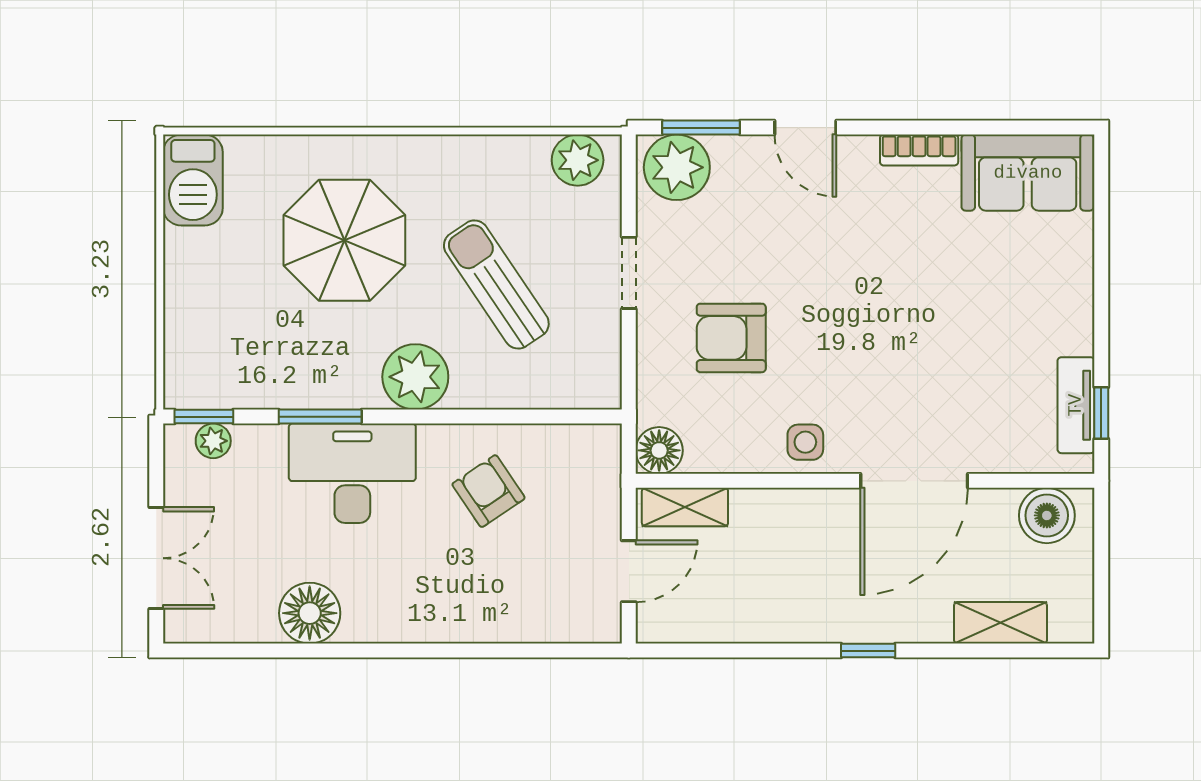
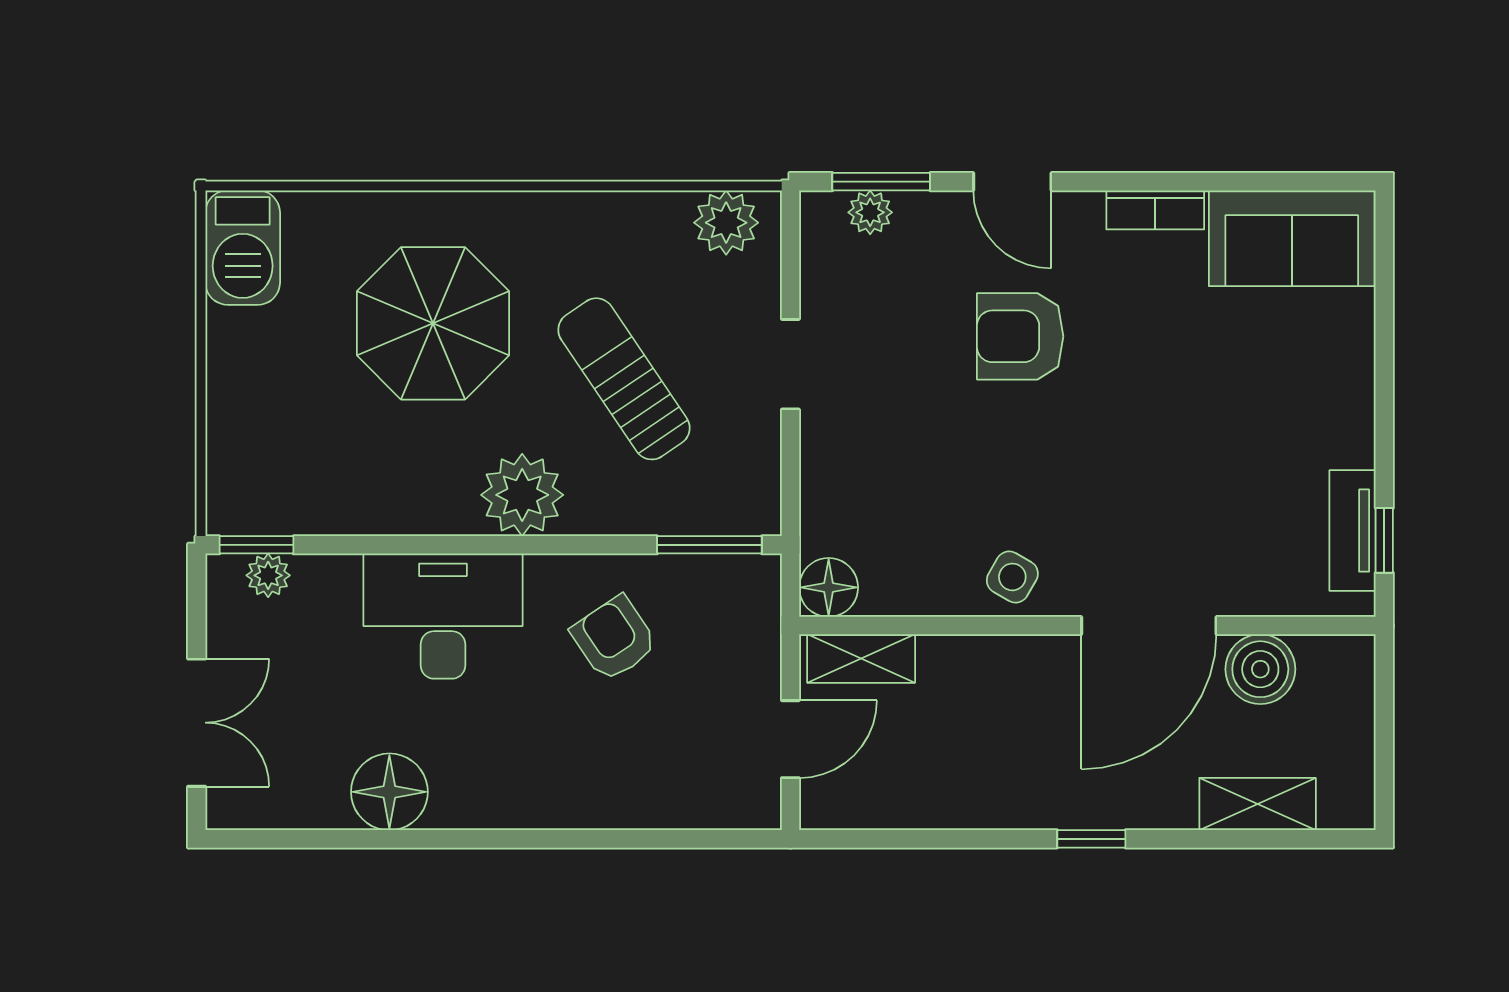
plant: (677, 167) -> (870, 212), width x0.53, depth x0.53
armchair: (731, 338) -> (1020, 336), moved
window: (320, 417) -> (709, 545), moved
side table: (805, 442) -> (1012, 577), turned 30
boiler: (1047, 515) -> (1260, 669), moved

